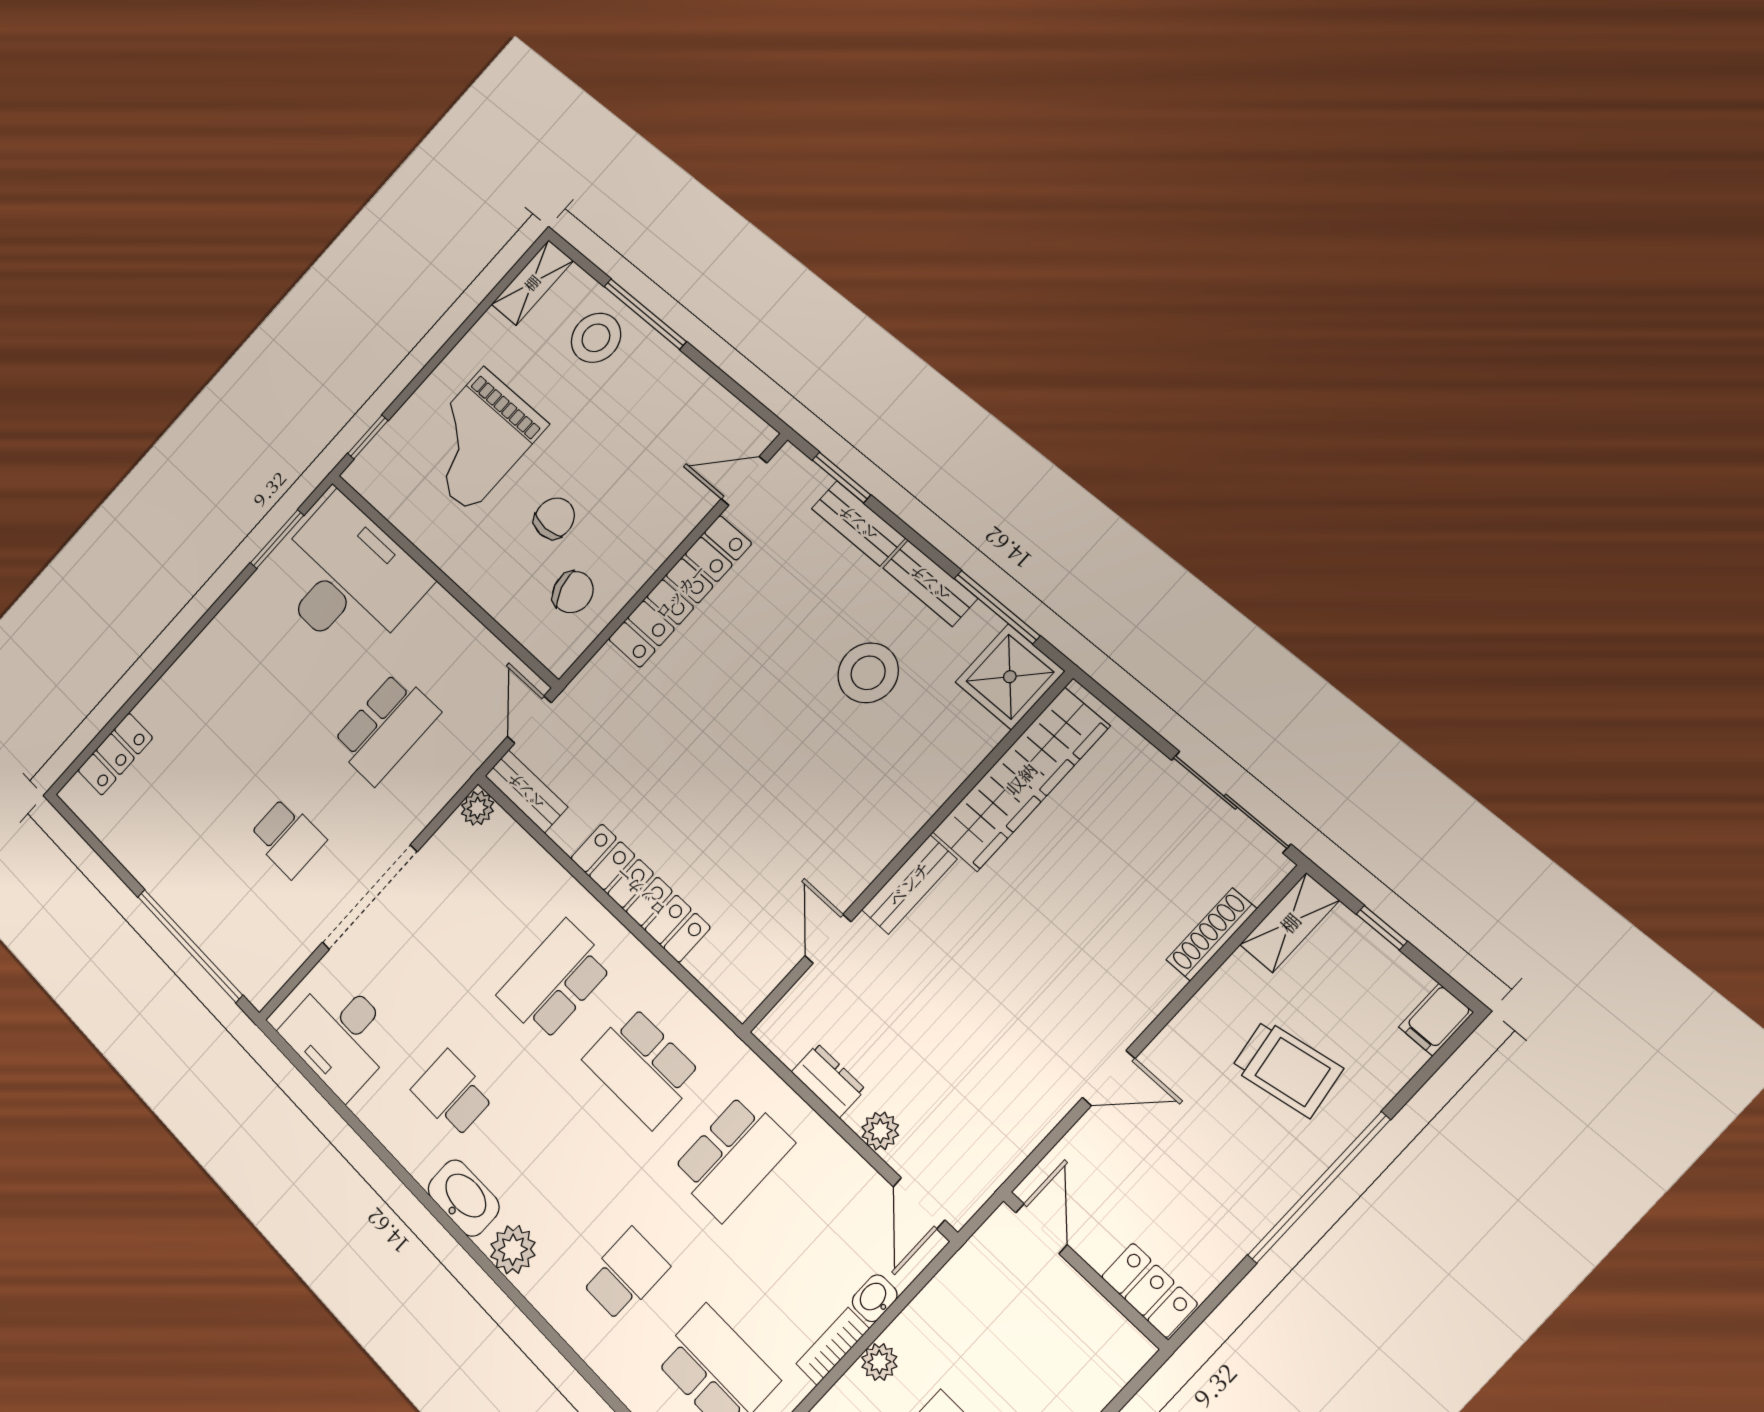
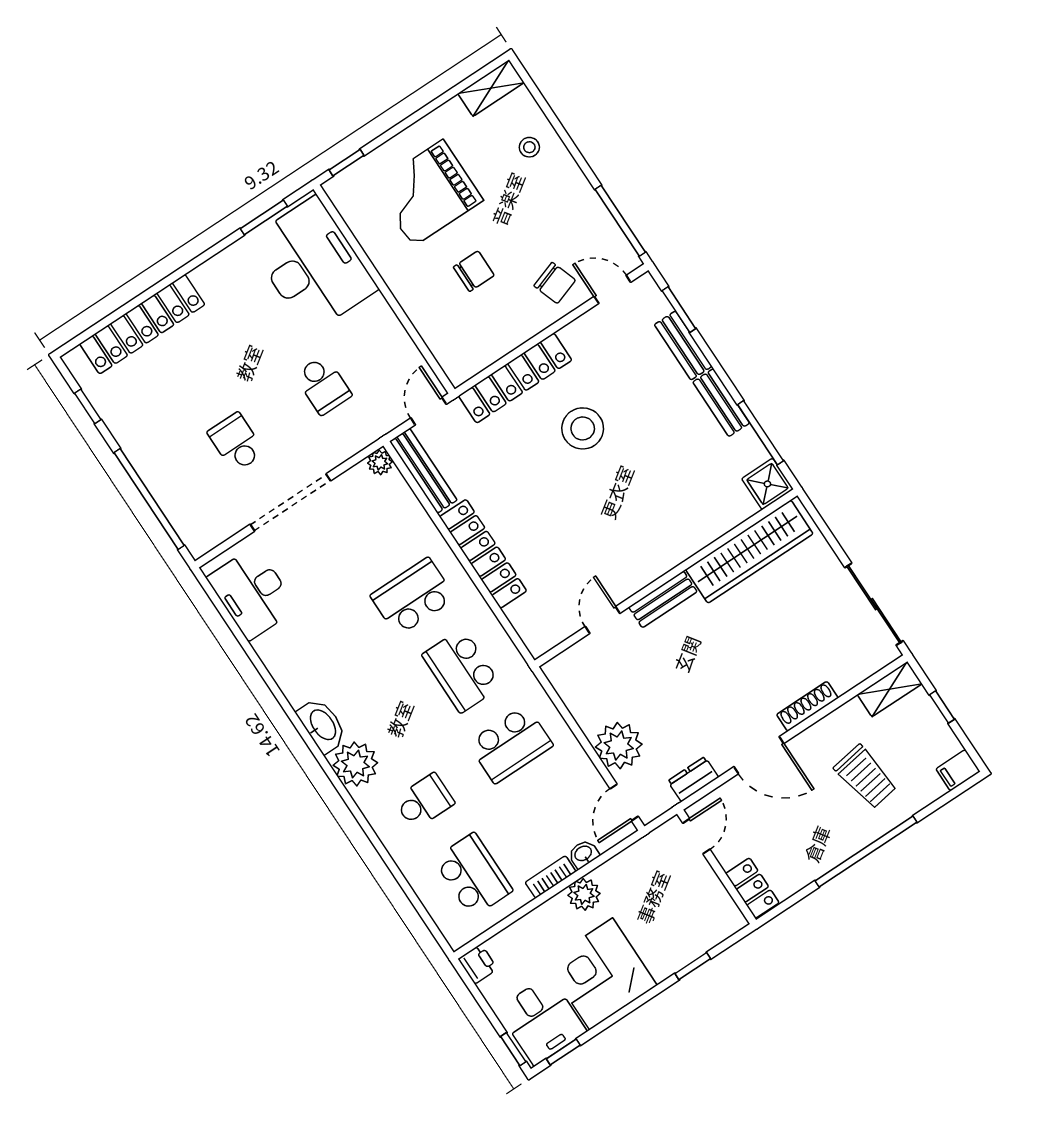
window: (645, 314) -> (620, 221), moved
stool: (596, 338) -> (529, 147), width x0.53, depth x0.53
locker: (680, 591) -> (515, 378), moved
chair: (573, 592) -> (555, 283), moved
stool: (868, 673) -> (583, 428), moved
shower: (1010, 677) -> (767, 484), width x0.73, depth x0.73
school desk: (386, 728) -> (323, 385), width x0.54
locker: (115, 754) -> (142, 324), width x2.16, depth x1.21
bench: (526, 791) -> (423, 471), width x1.36
school desk: (288, 838) -> (236, 442), turned 180
window: (98, 847) -> (88, 406), added
shoe rack: (1211, 934) -> (807, 706), moved
door: (1109, 1078) -> (759, 755), width x1.38
dresser: (828, 1081) -> (693, 779), moved, turned -90
school desk: (452, 1093) -> (327, 654), removed
plant: (880, 1131) -> (619, 746), width x1.87, depth x1.87
plant: (513, 1250) -> (355, 764), width x1.36, depth x1.36
plant: (879, 1362) -> (584, 894), width x1.38, depth x1.38

